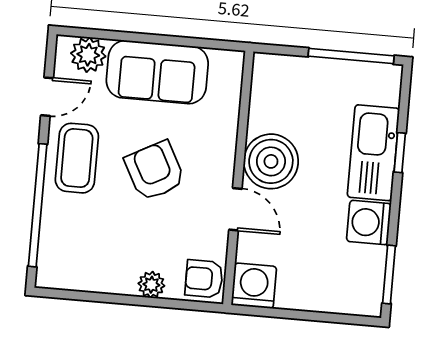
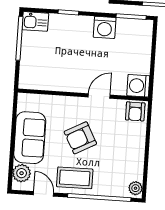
kitchen sink: (373, 153) -> (35, 21), moved, width x0.53, depth x0.81
boiler: (271, 161) -> (74, 78), removed
plant: (151, 285) -> (135, 188), moved

